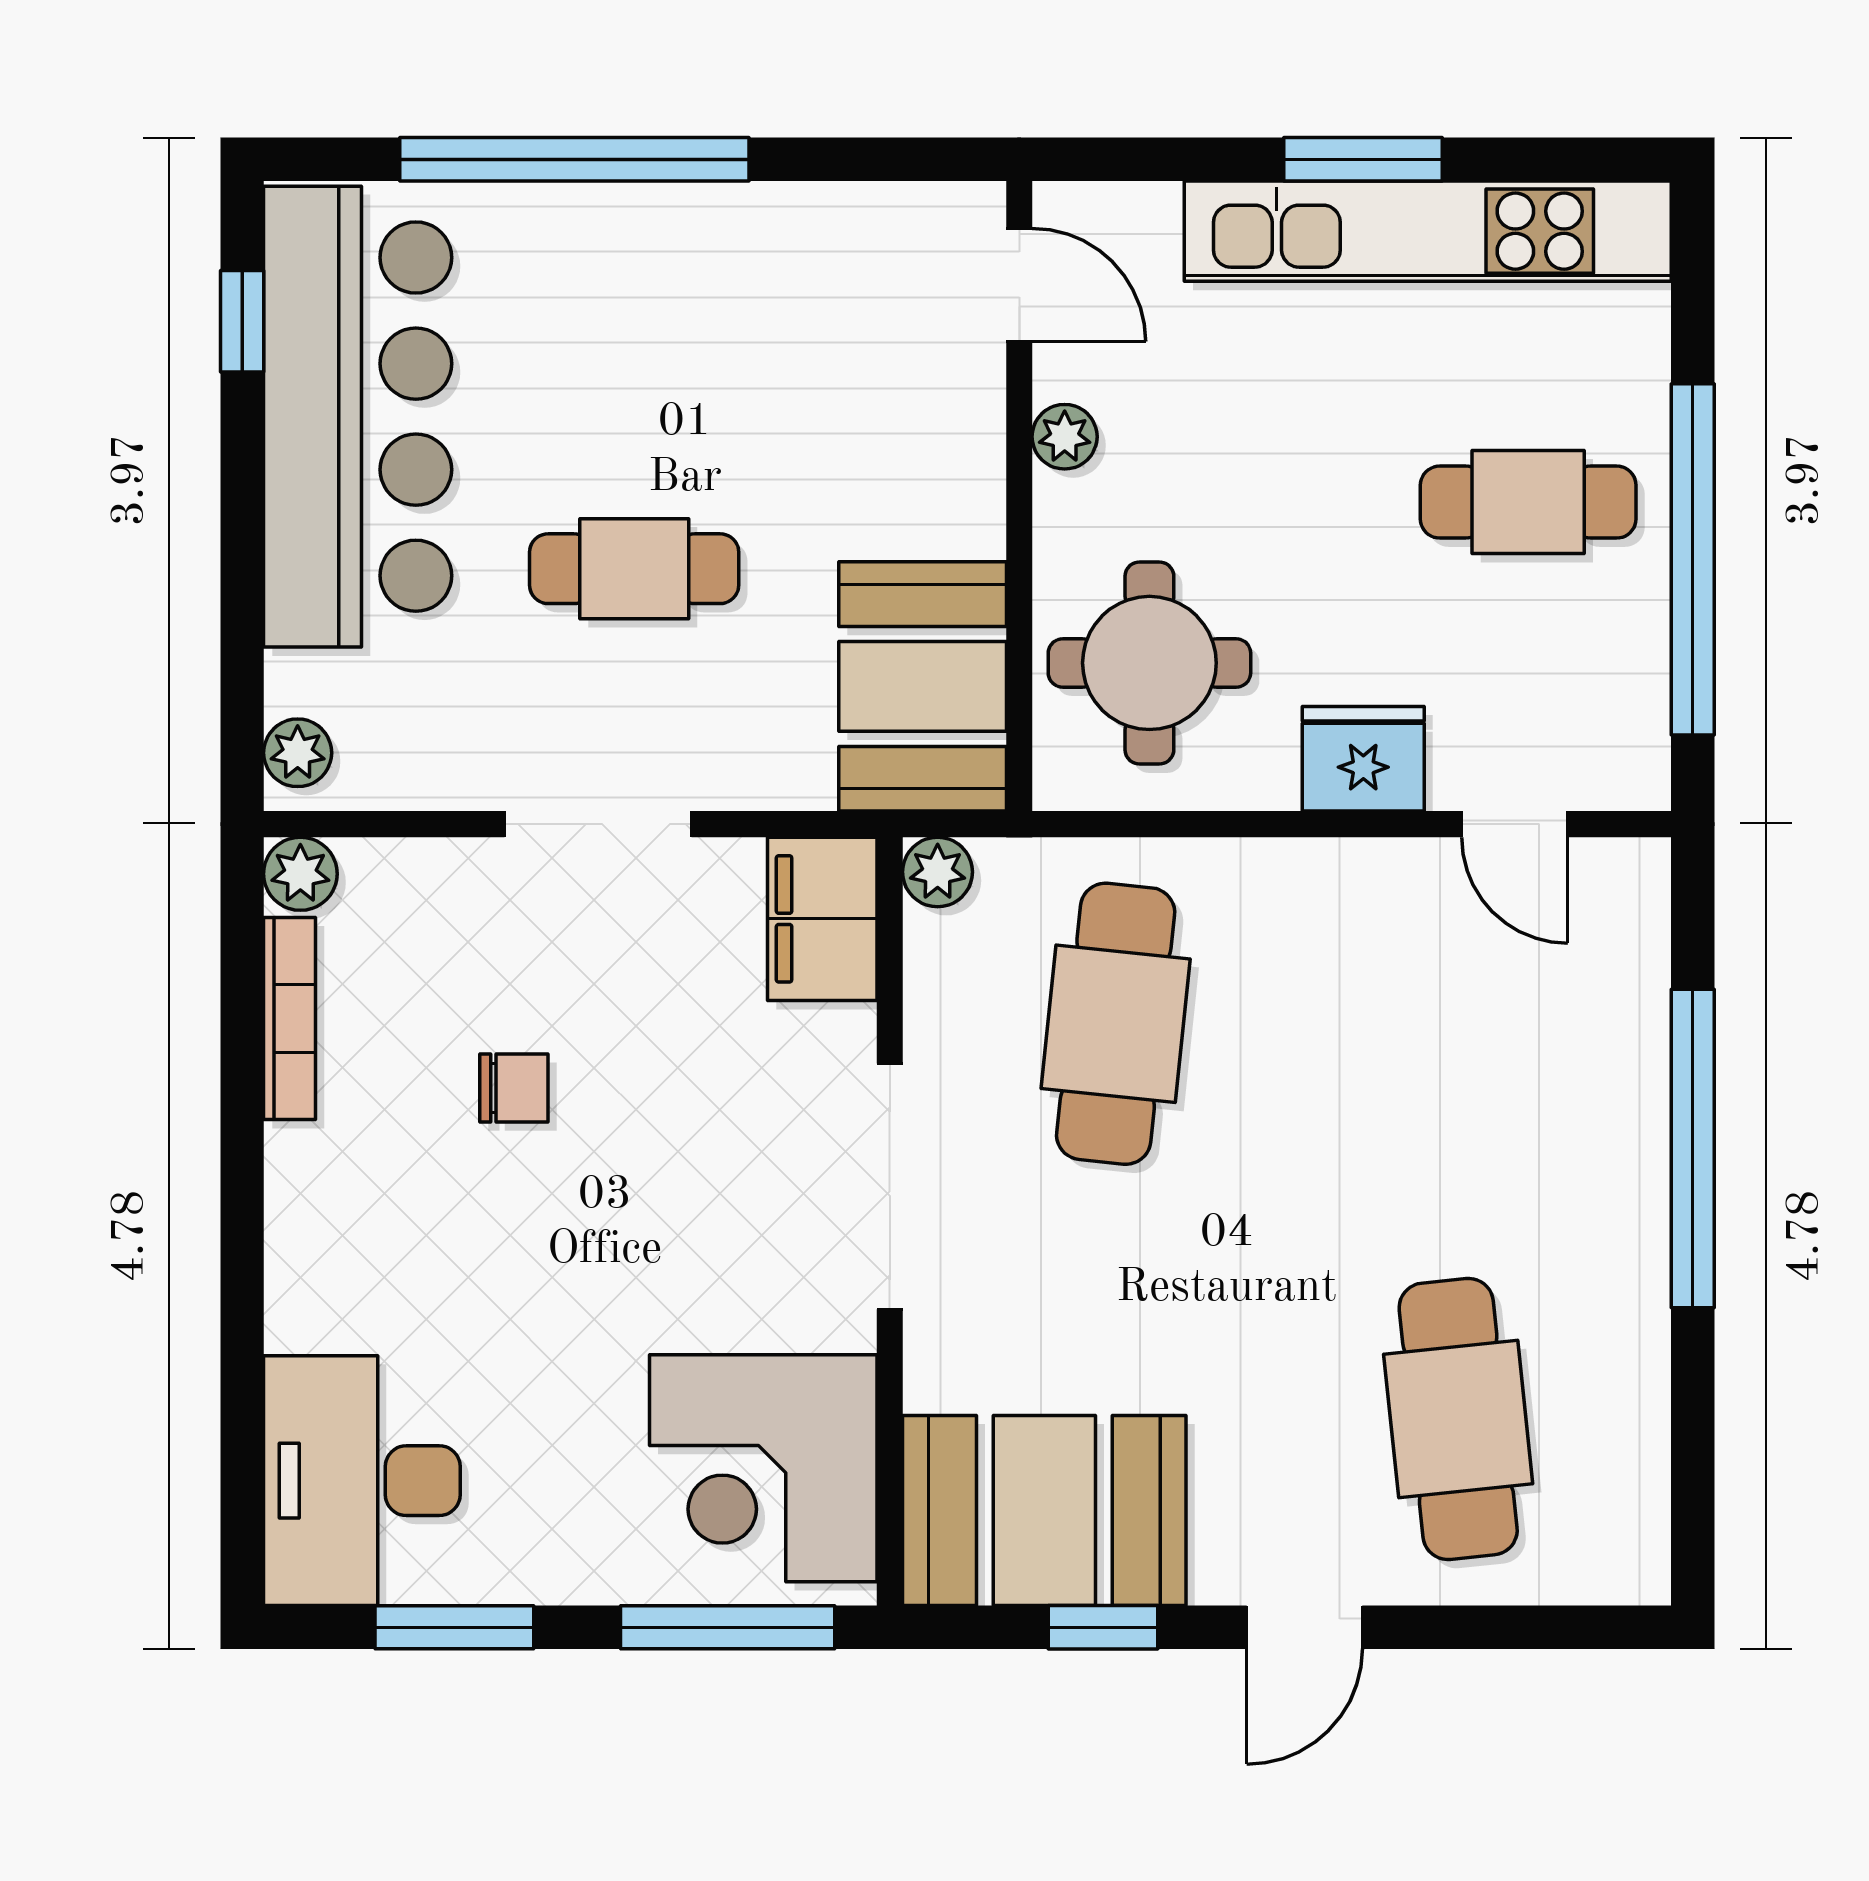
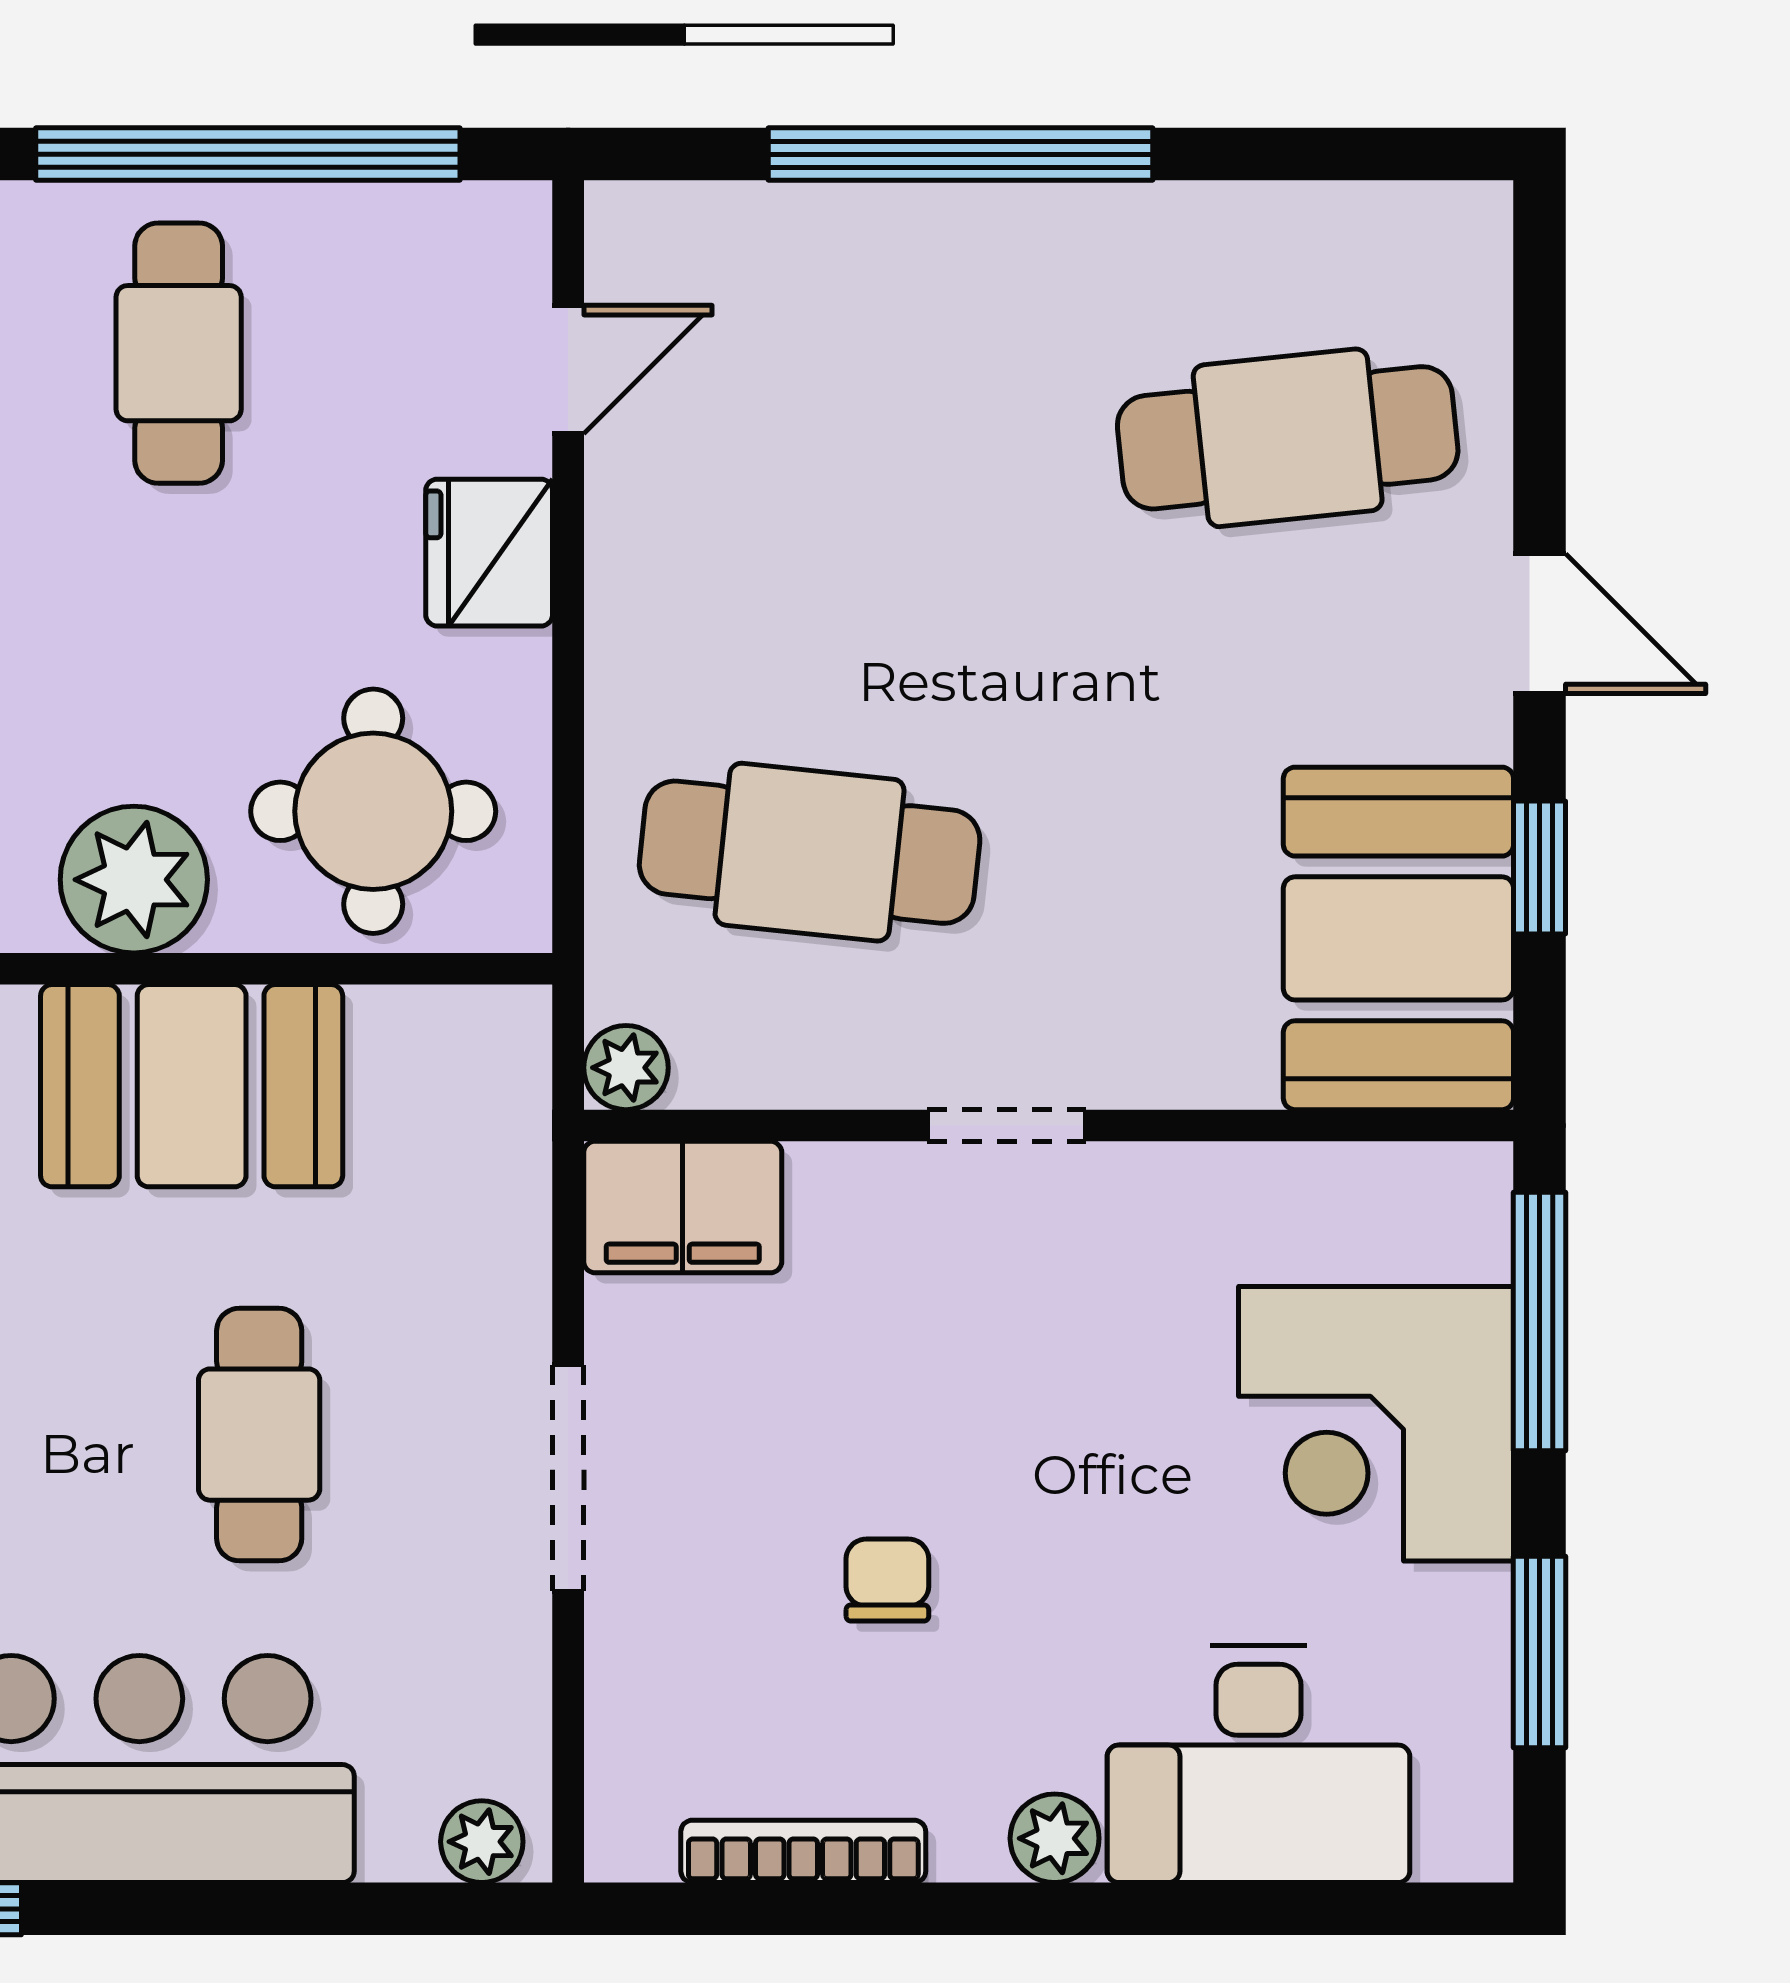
plant: (1065, 437) -> (134, 880), width x1.87, depth x1.87
booth: (923, 686) -> (192, 1086), moved
plant: (300, 874) -> (1055, 1838), moved
doorway: (890, 1186) -> (1006, 1125), width x0.53
corner desk: (763, 1468) -> (1376, 1424), moved, turned 90
desk: (362, 1481) -> (1258, 1764), moved

